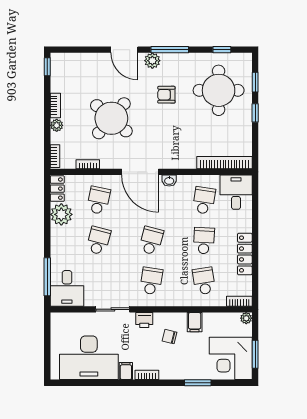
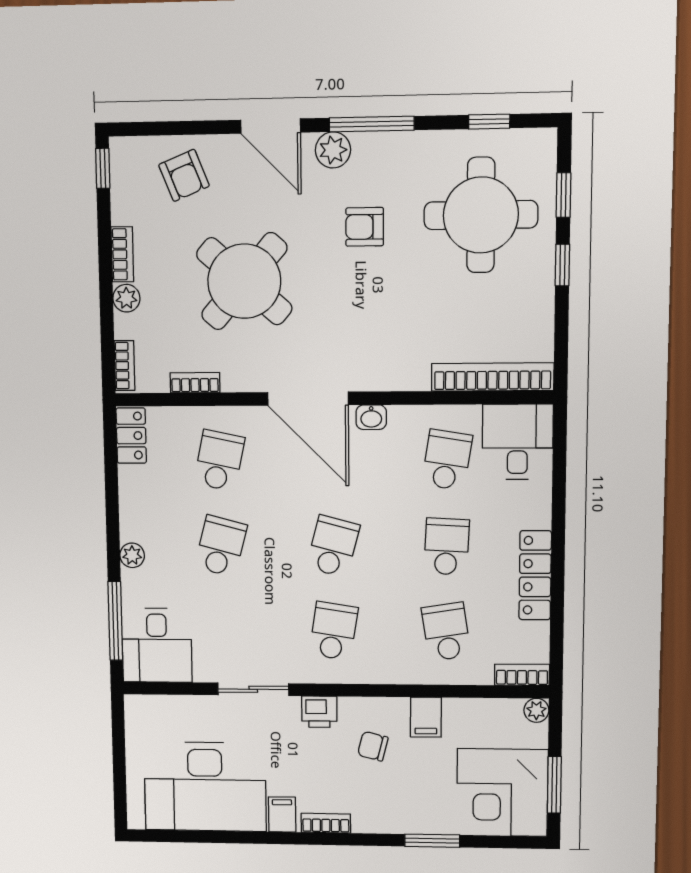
armchair: (85, 71) -> (184, 175), added
plant: (61, 214) -> (132, 555), moved, width x0.53, depth x0.53

